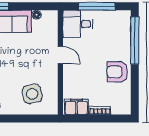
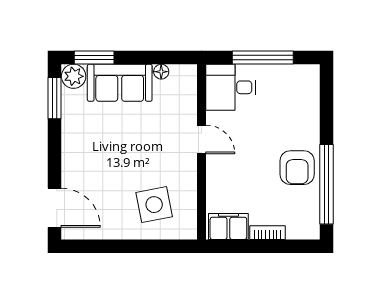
window: (135, 40) -> (326, 184), moved
armchair: (117, 72) -> (297, 168), turned -90

